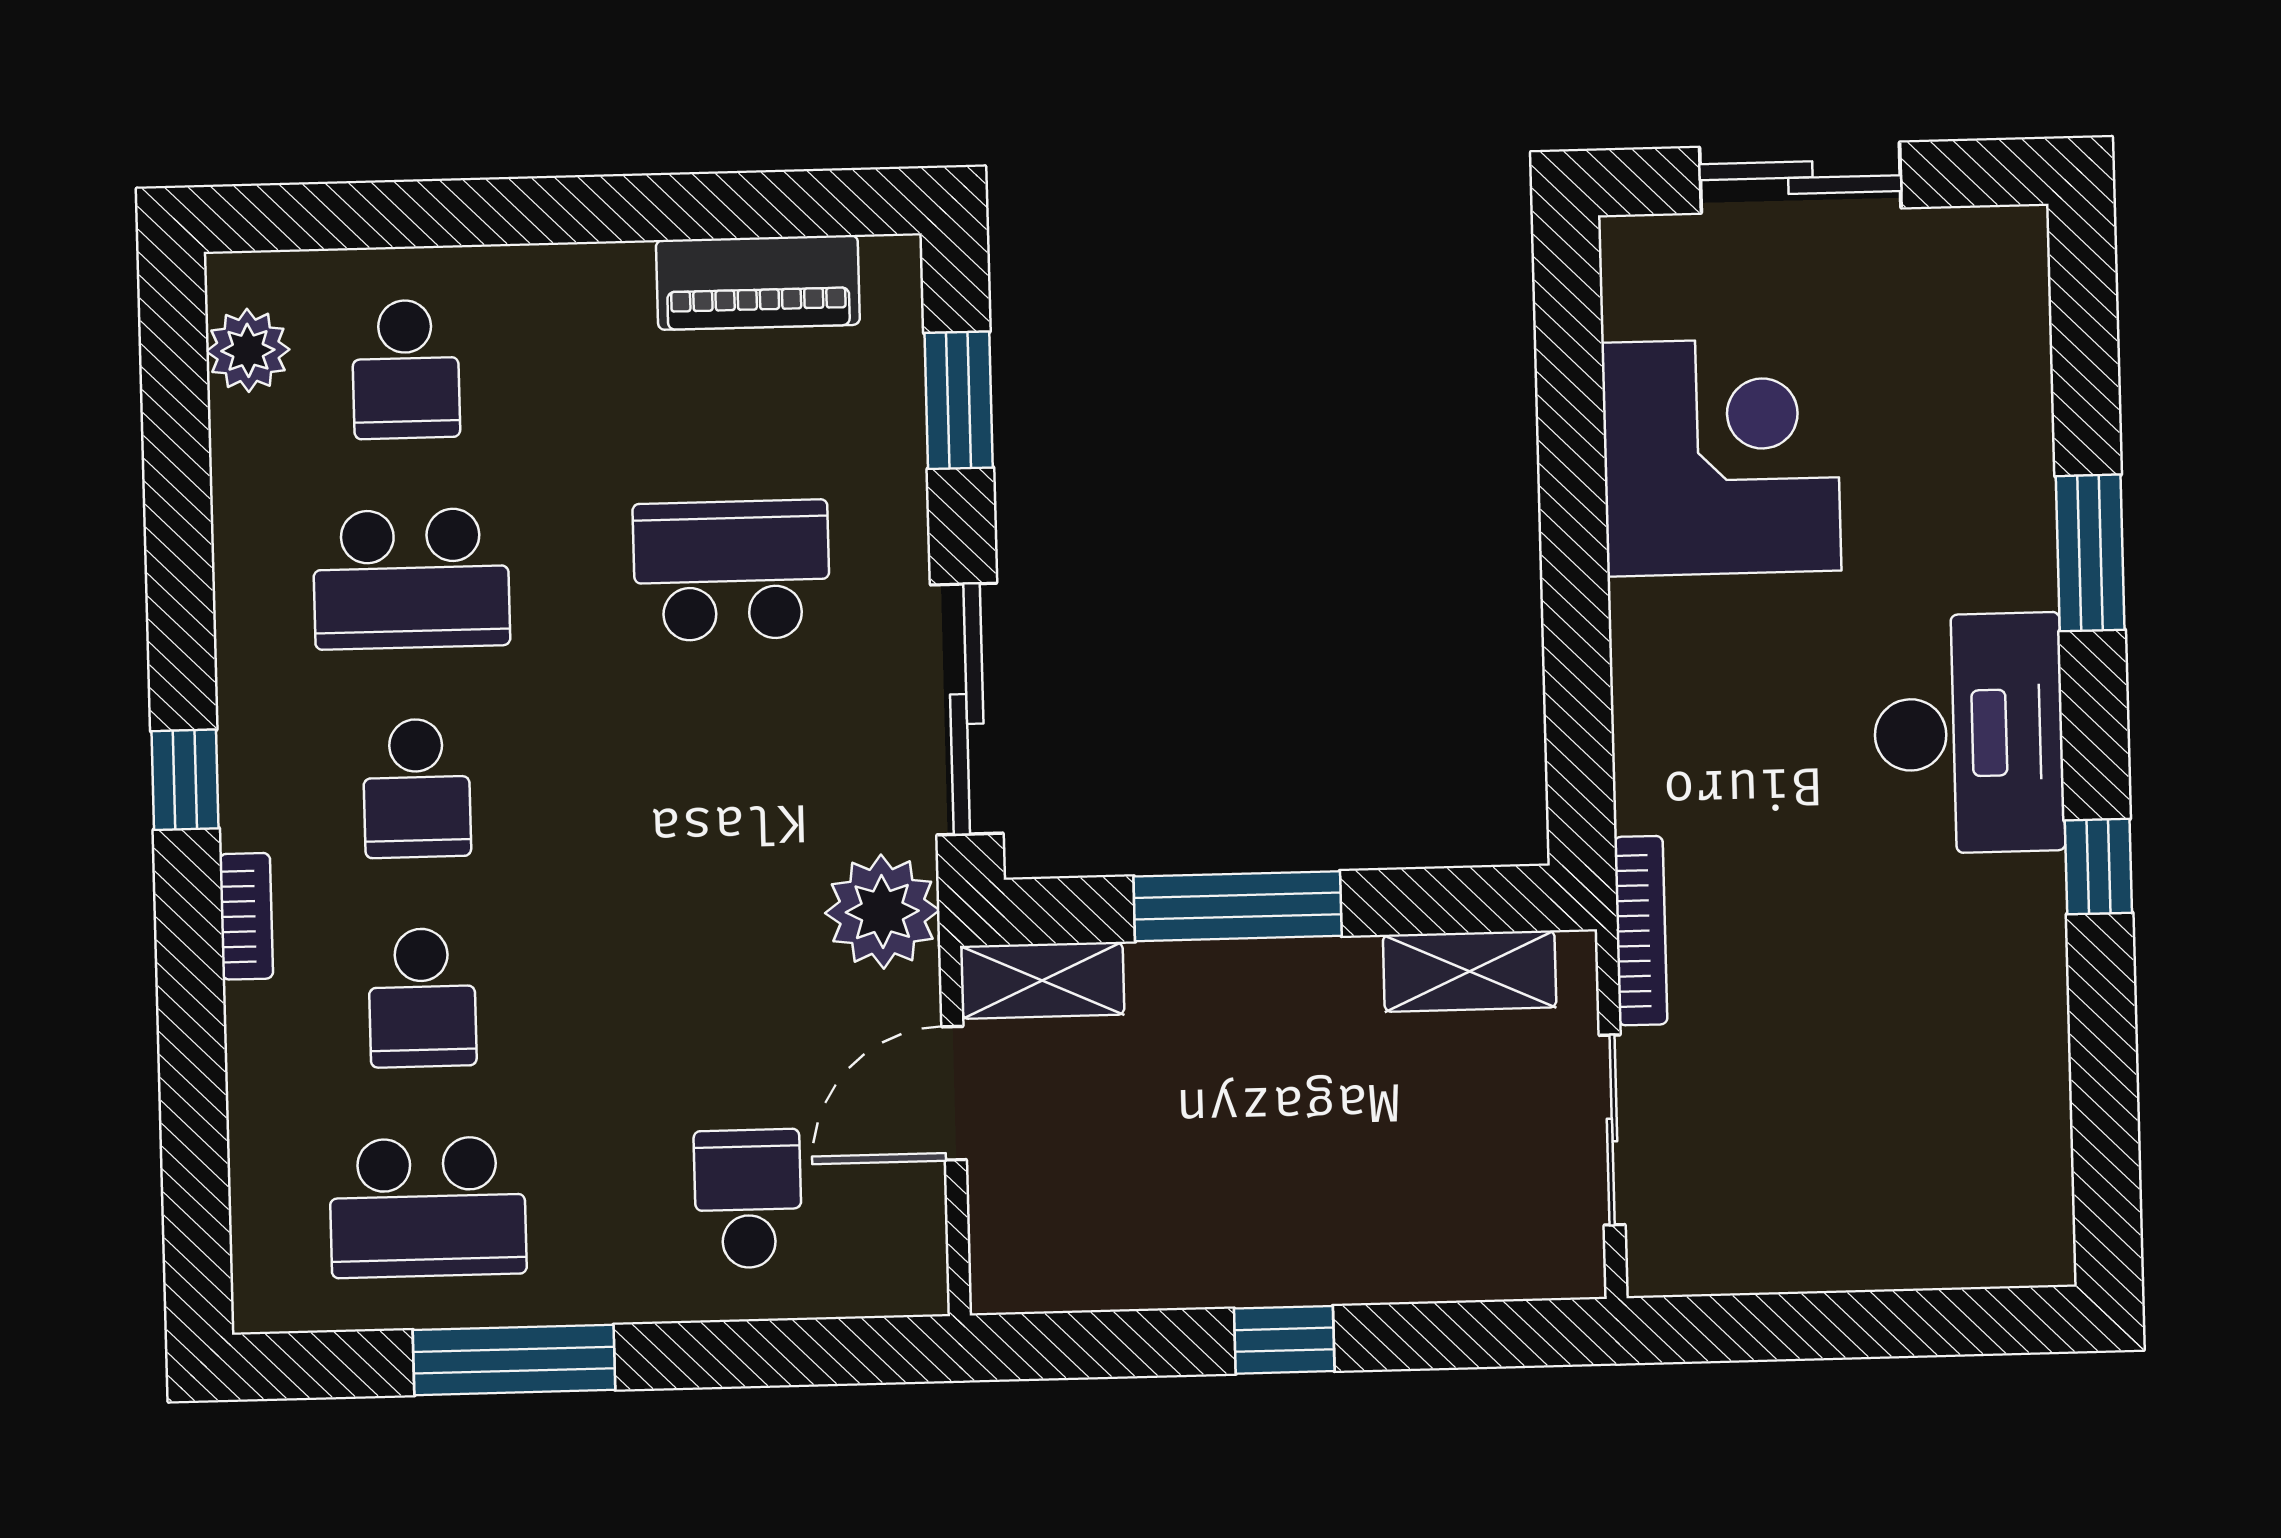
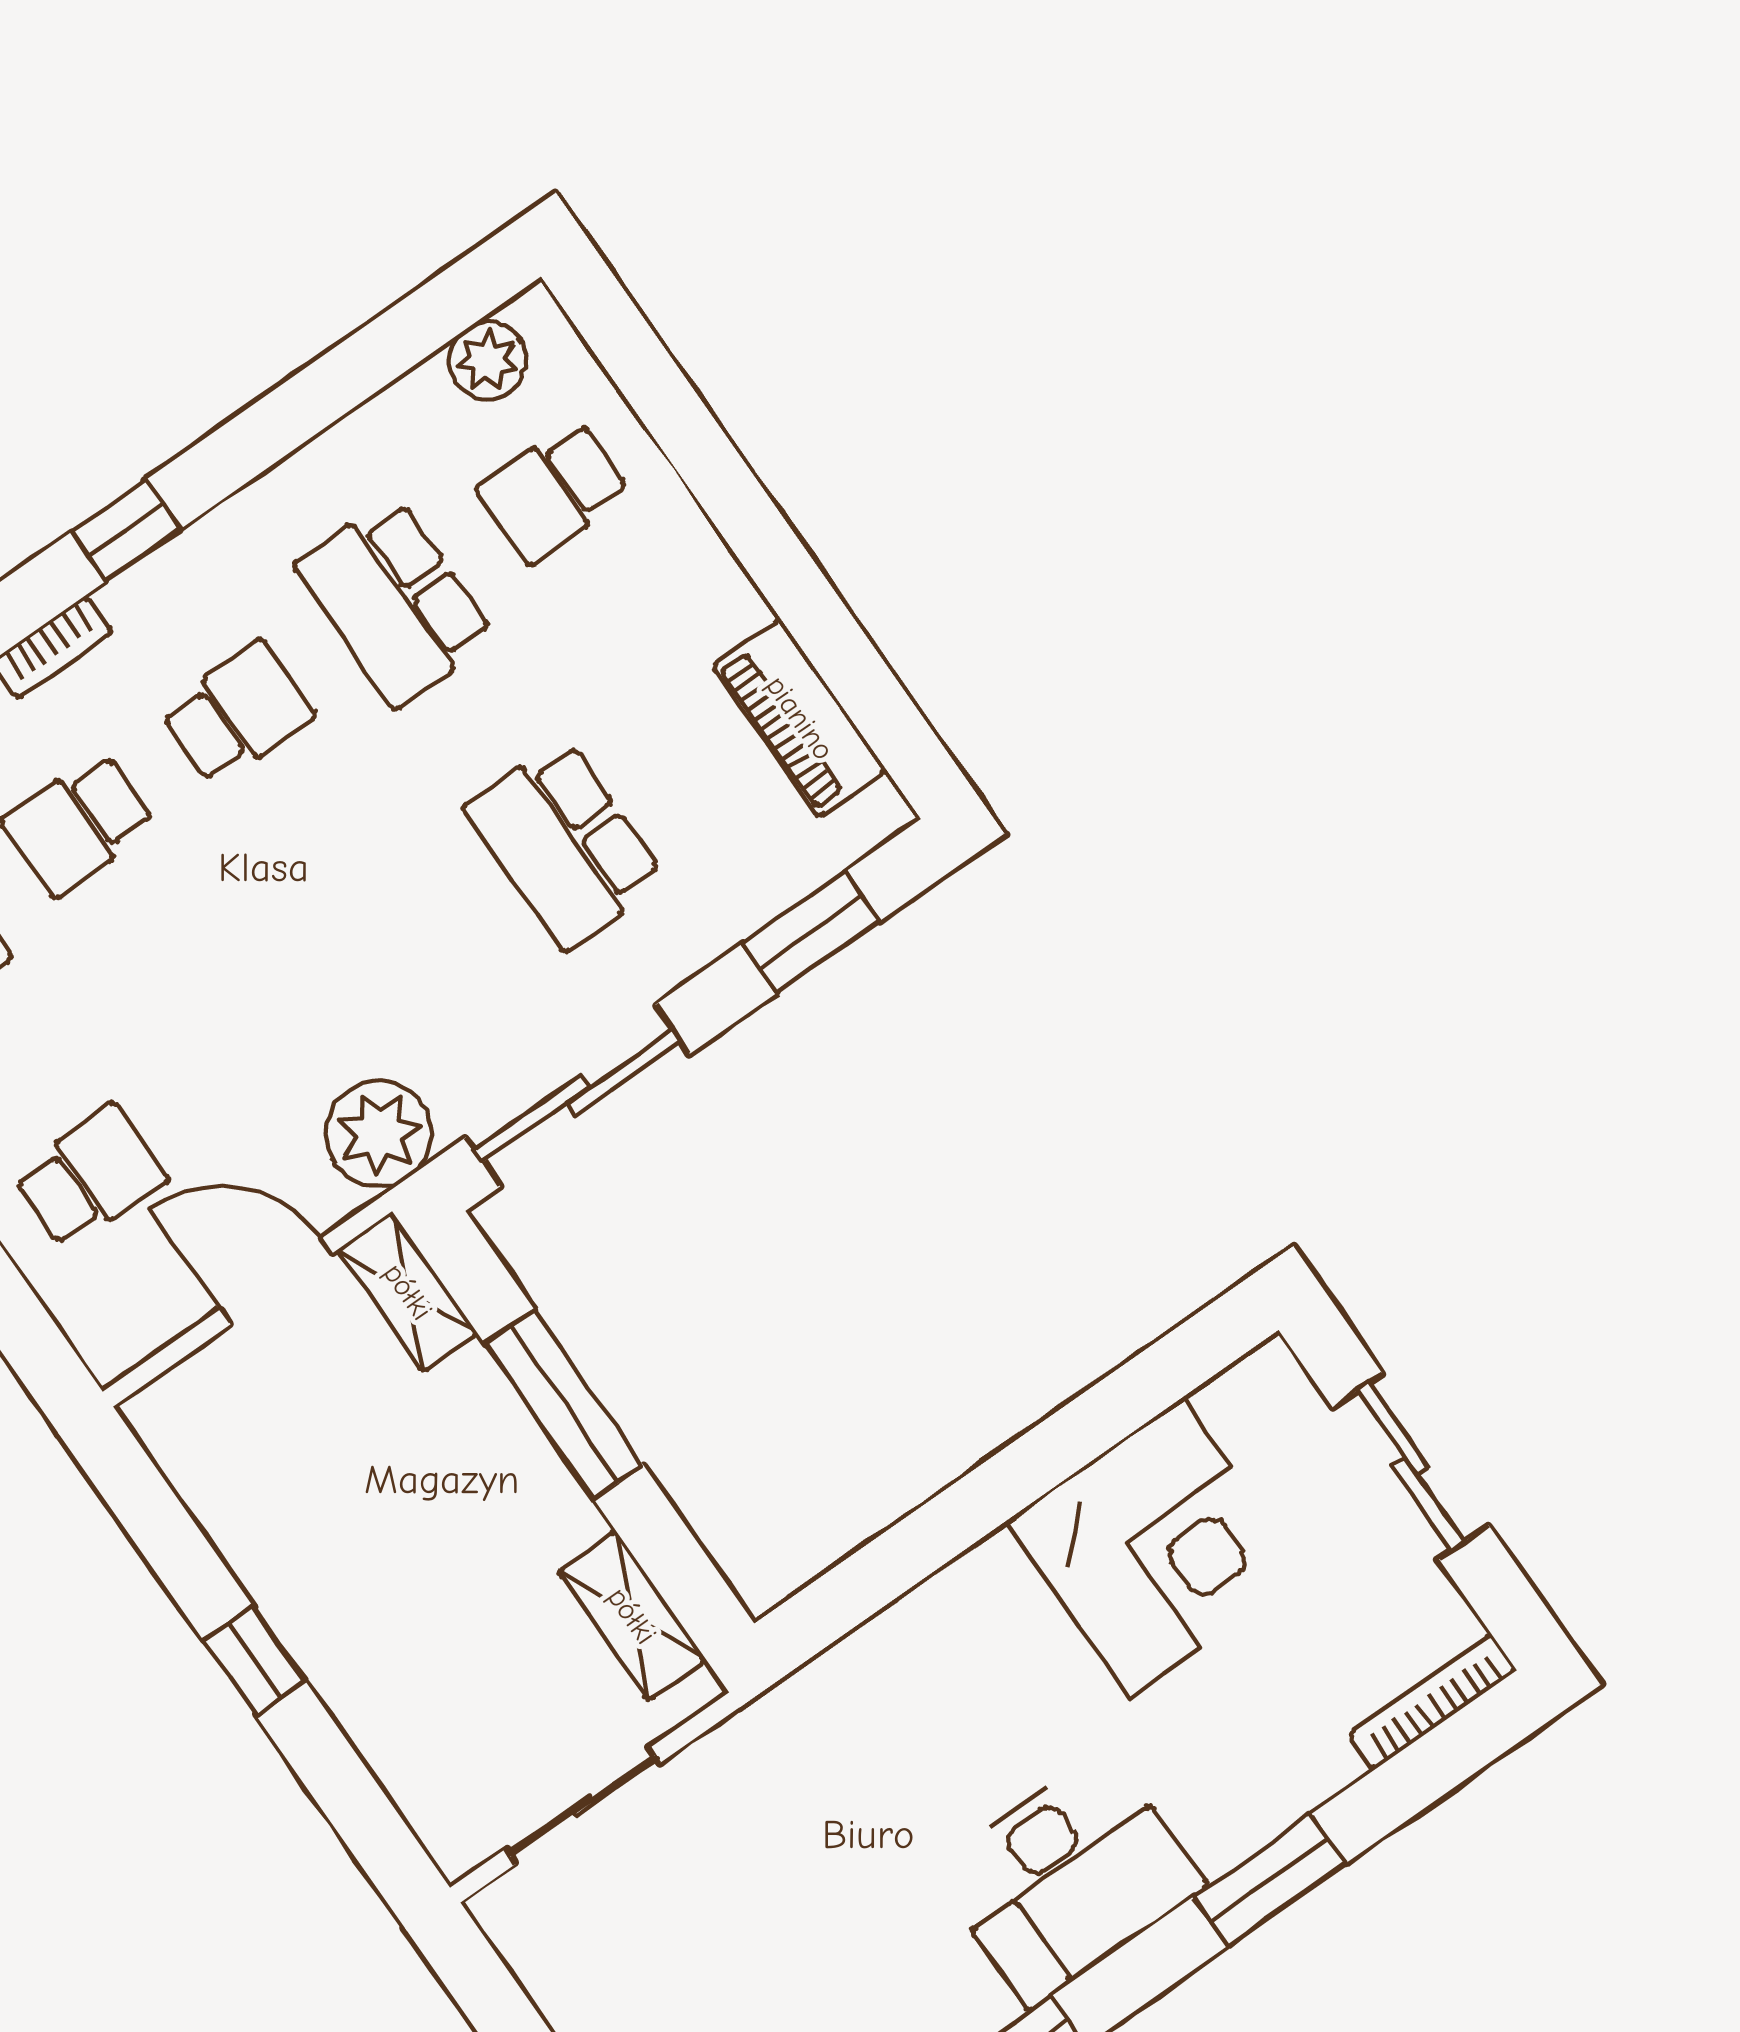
school desk: (732, 570) -> (565, 844), turned 180
school desk: (417, 788) -> (237, 713), turned 180
bookcase: (1641, 931) -> (1433, 1702), moved, turned 180

